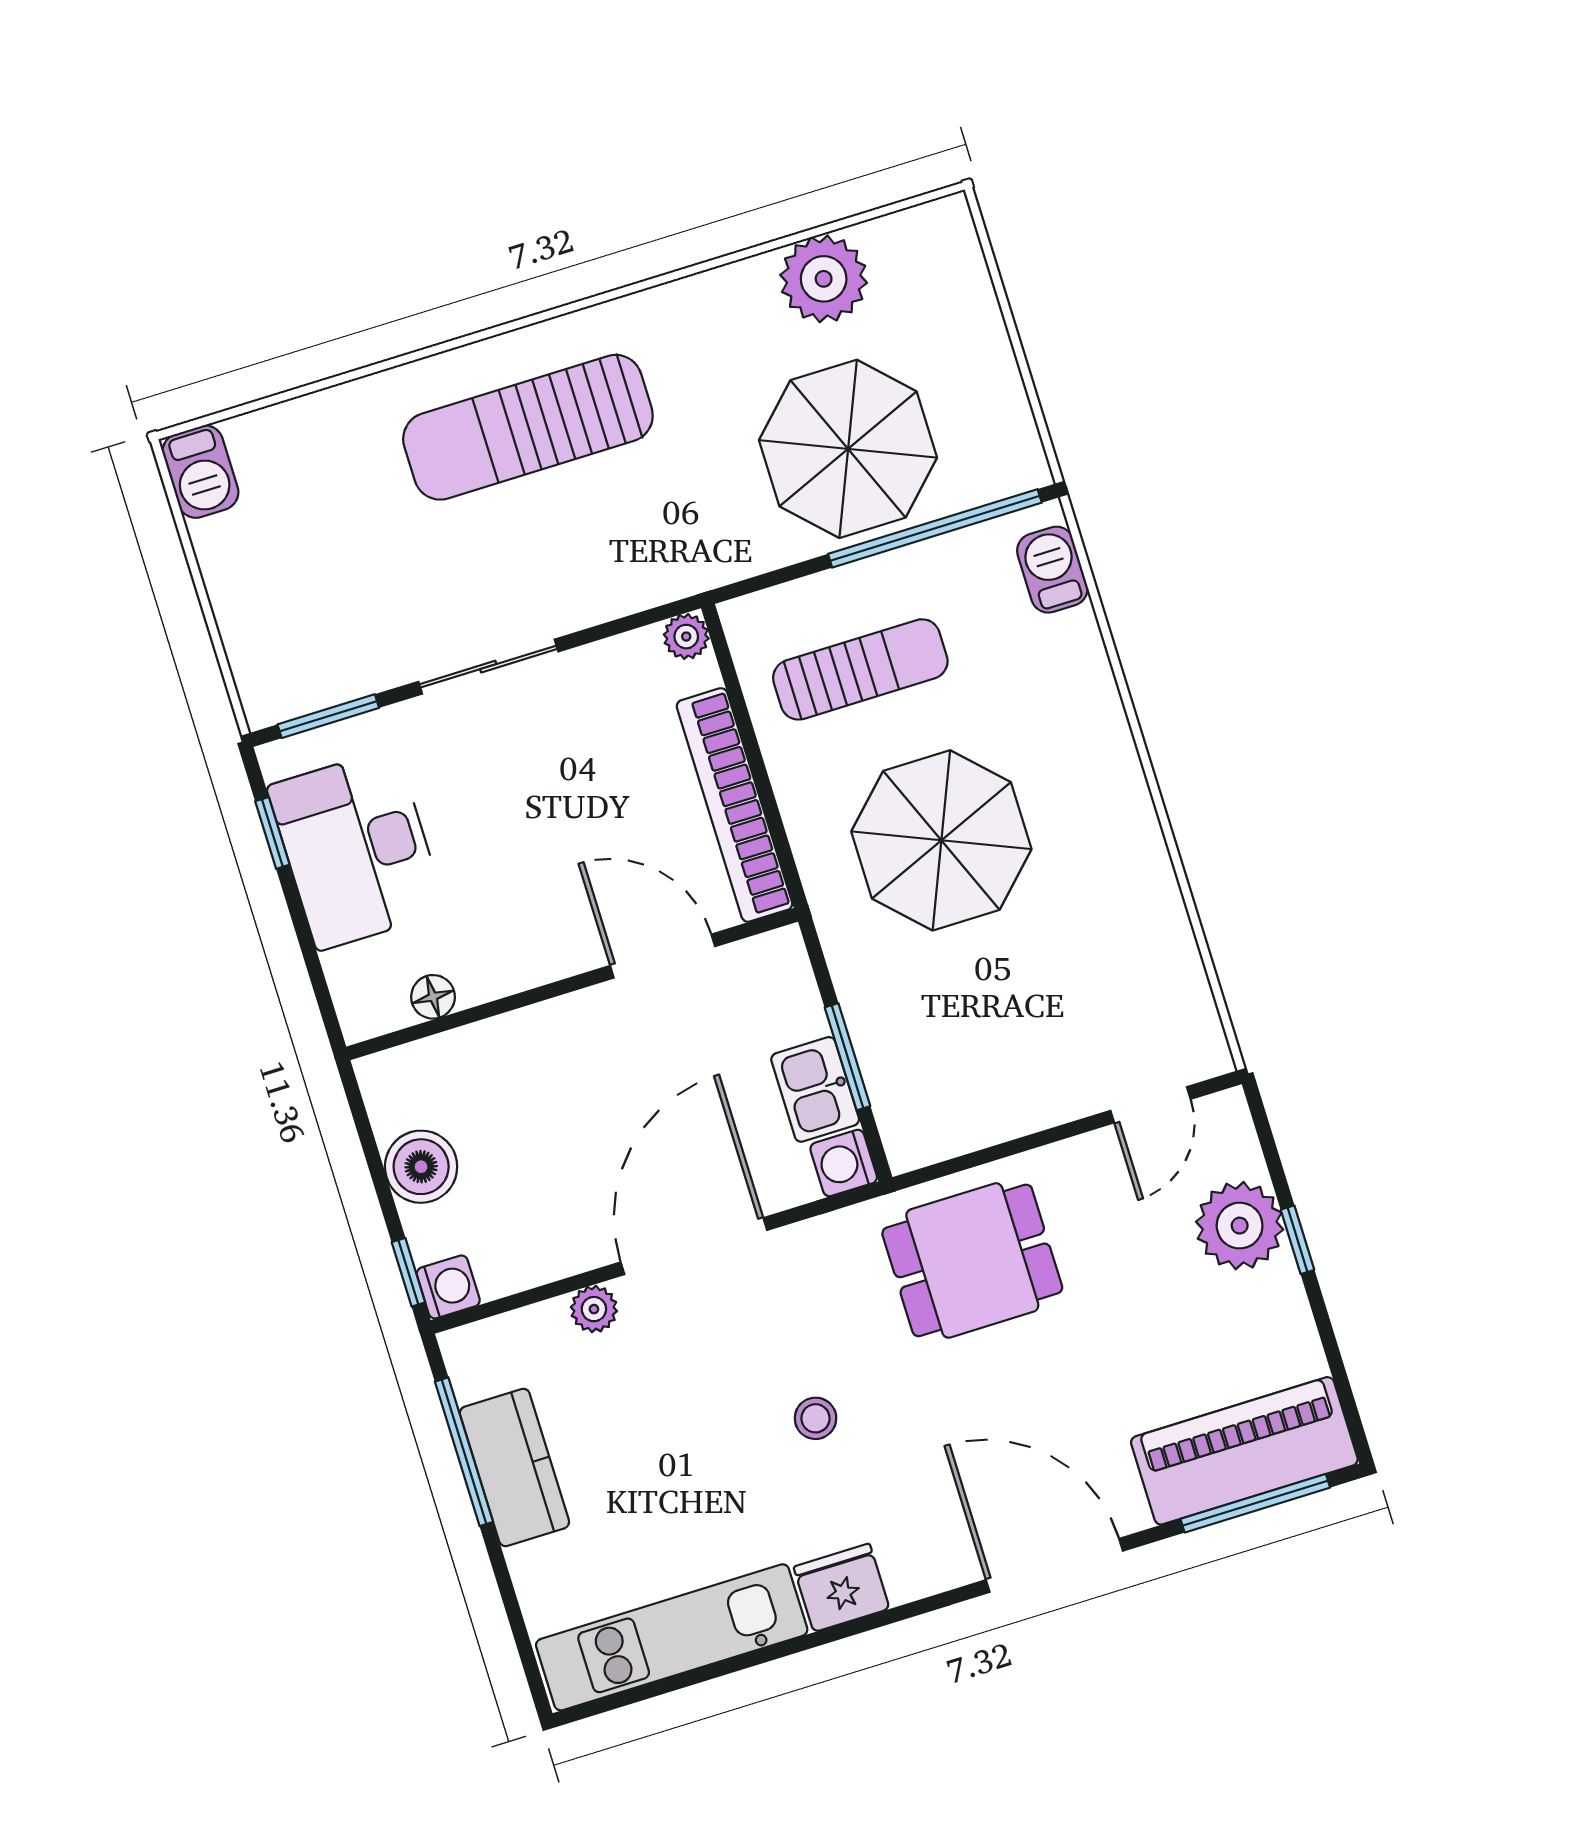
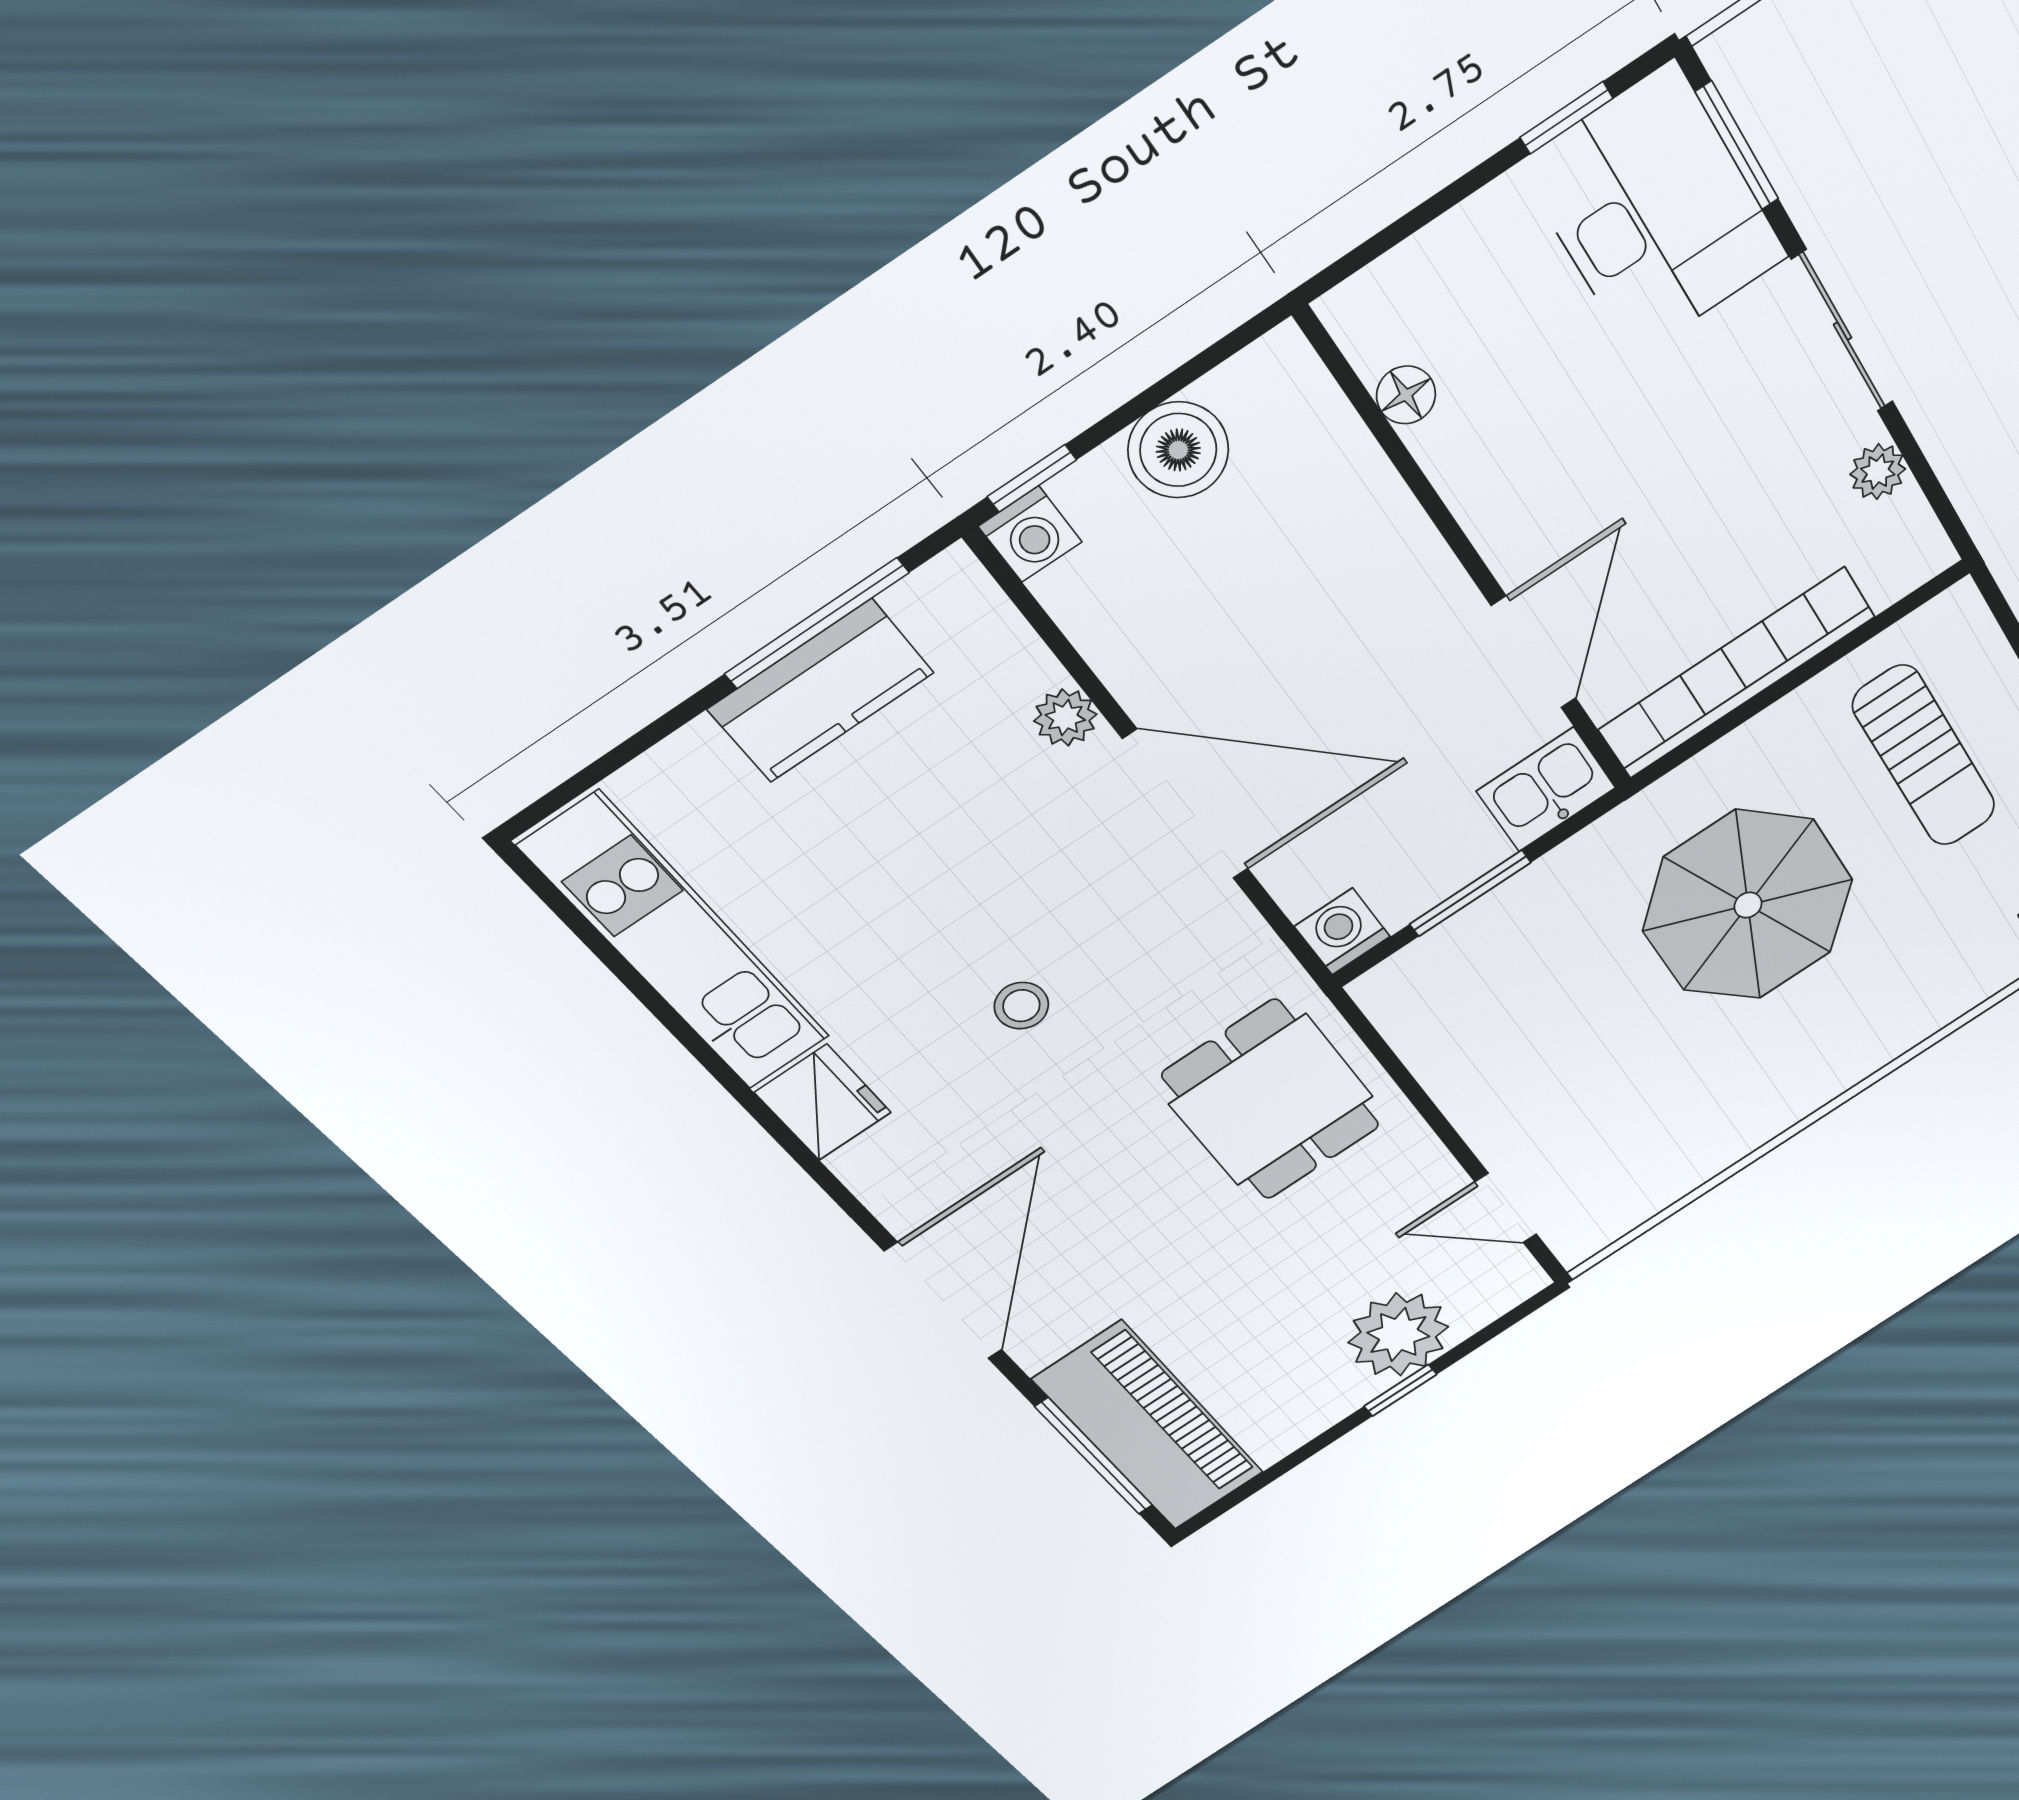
plant: (686, 637) -> (1878, 472), moved
desk: (356, 849) -> (1654, 211), moved, turned 90
kitchen sink: (815, 1089) -> (1546, 790), moved

